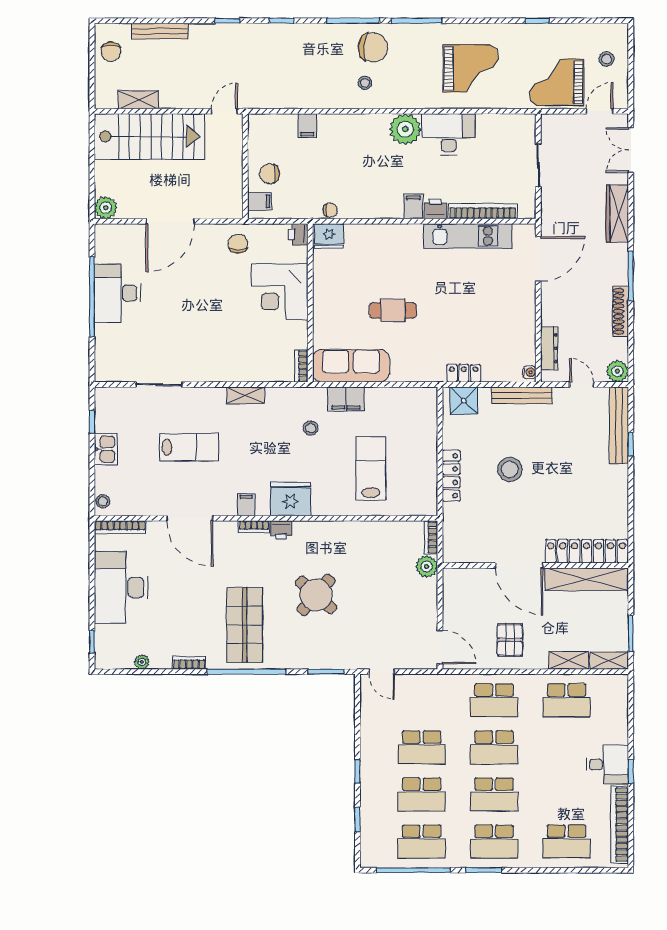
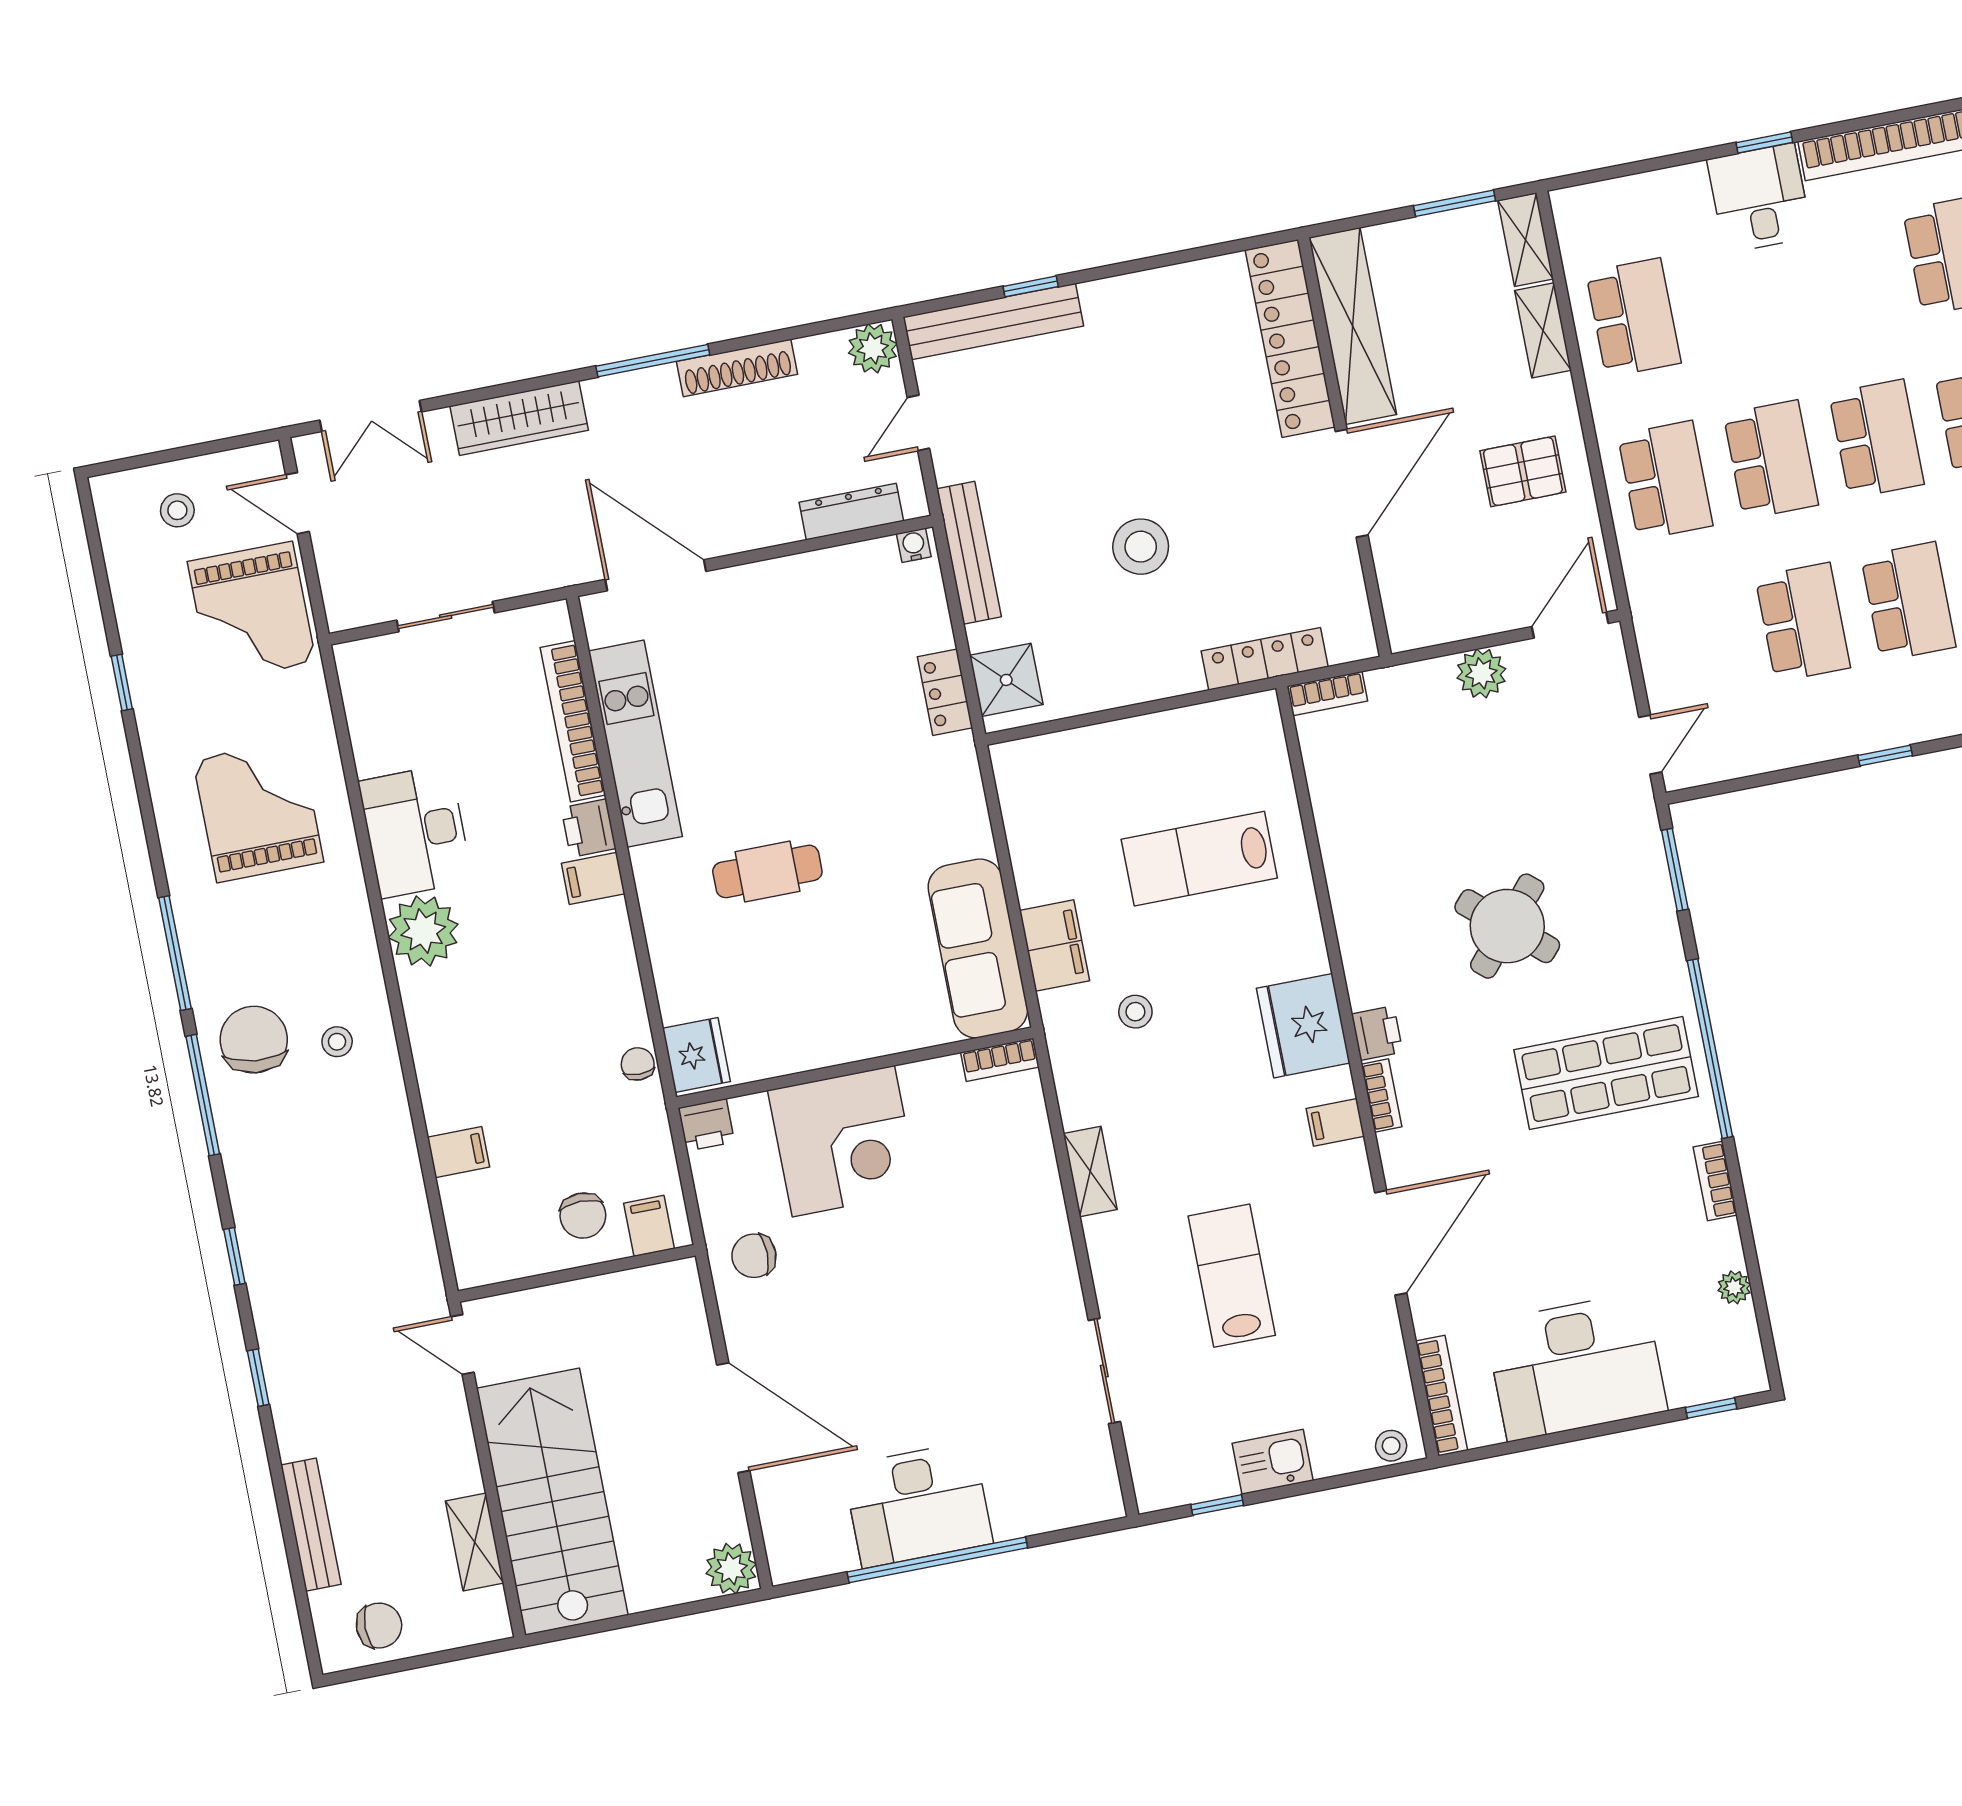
cafe table: (393, 310) -> (767, 871), moved, turned 90
locker: (451, 476) -> (1265, 659), moved
plant: (427, 566) -> (1481, 673), moved

